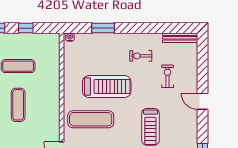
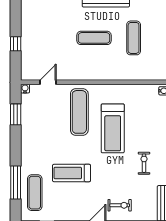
exercise bike: (168, 76) -> (120, 205), moved

